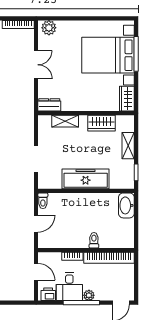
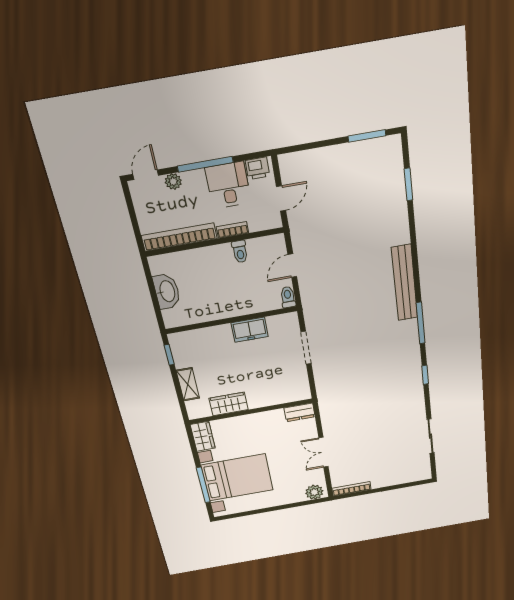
shelving: (65, 121) -> (276, 398), removed
freezer: (86, 179) -> (250, 330), width x0.52, depth x0.79
washbasin: (126, 205) -> (167, 291), moved
toilet: (94, 240) -> (240, 252), moved
door: (36, 272) -> (281, 198), swing flipped
plant: (89, 295) -> (173, 181), moved

